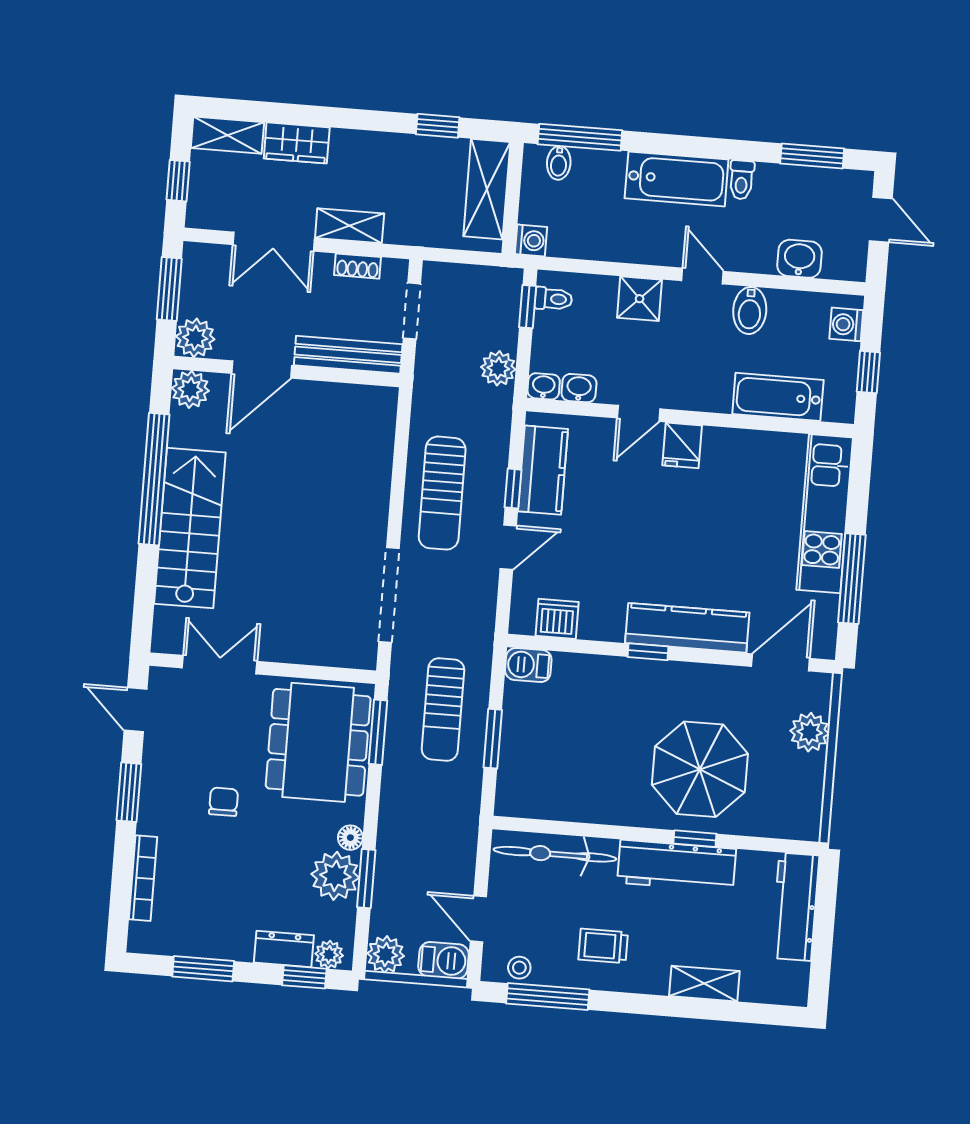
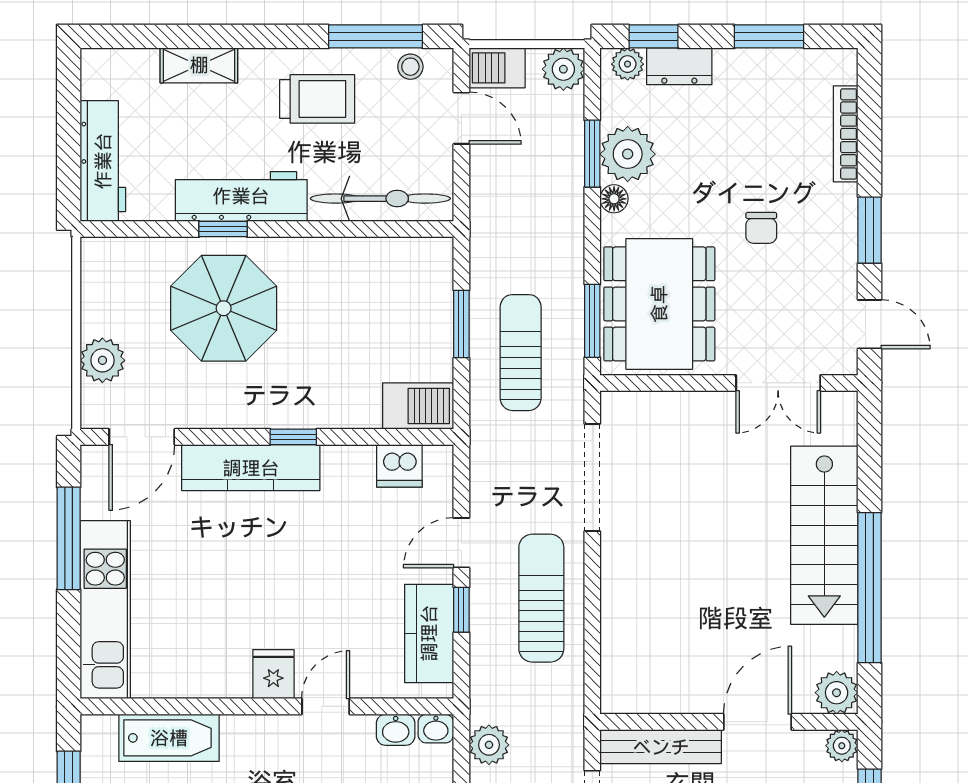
plant: (195, 338) -> (842, 746), width x0.73, depth x0.73
barbecue: (528, 665) -> (418, 406), width x1.38, depth x1.27
trolley: (603, 946) -> (317, 99), width x1.36, depth x1.39

